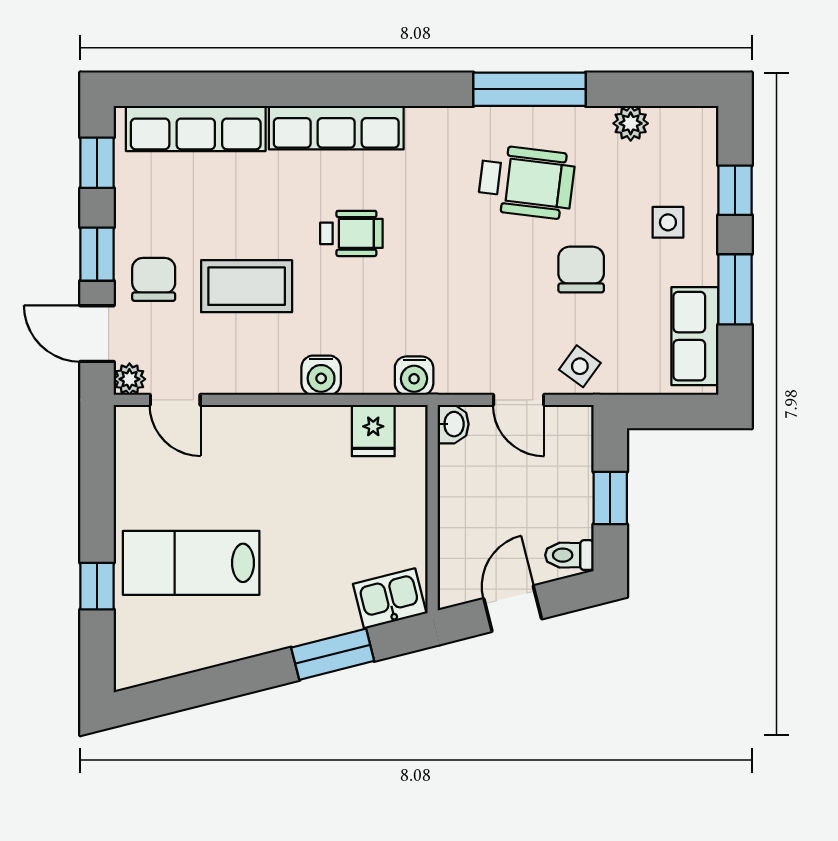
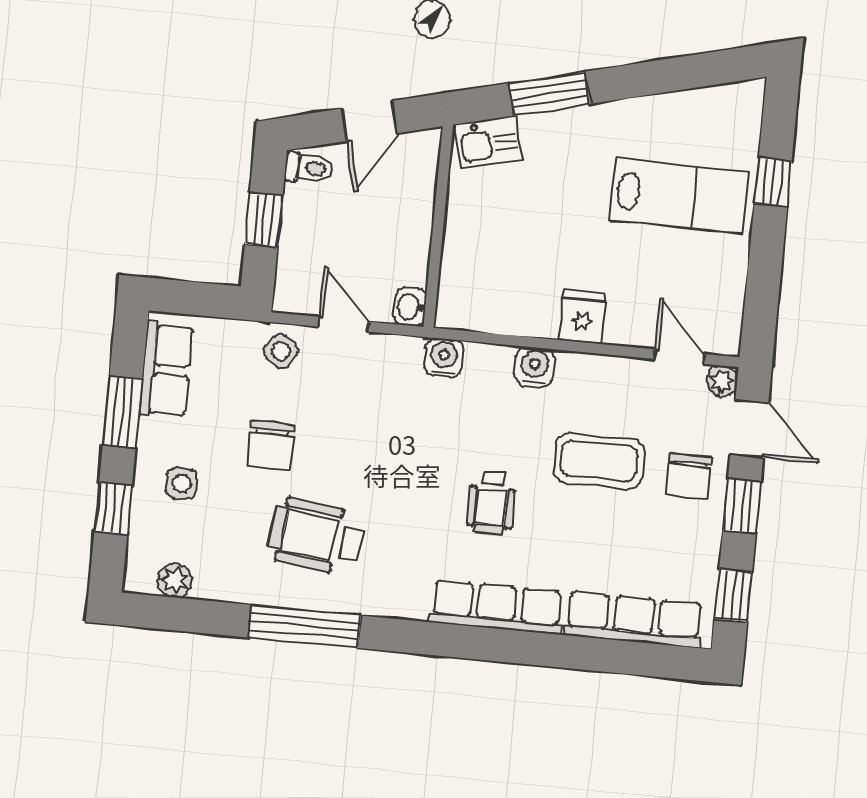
plant: (631, 123) -> (175, 580), moved
wheelchair: (351, 233) -> (492, 502), turned -90
fridge: (373, 431) -> (582, 317), moved

